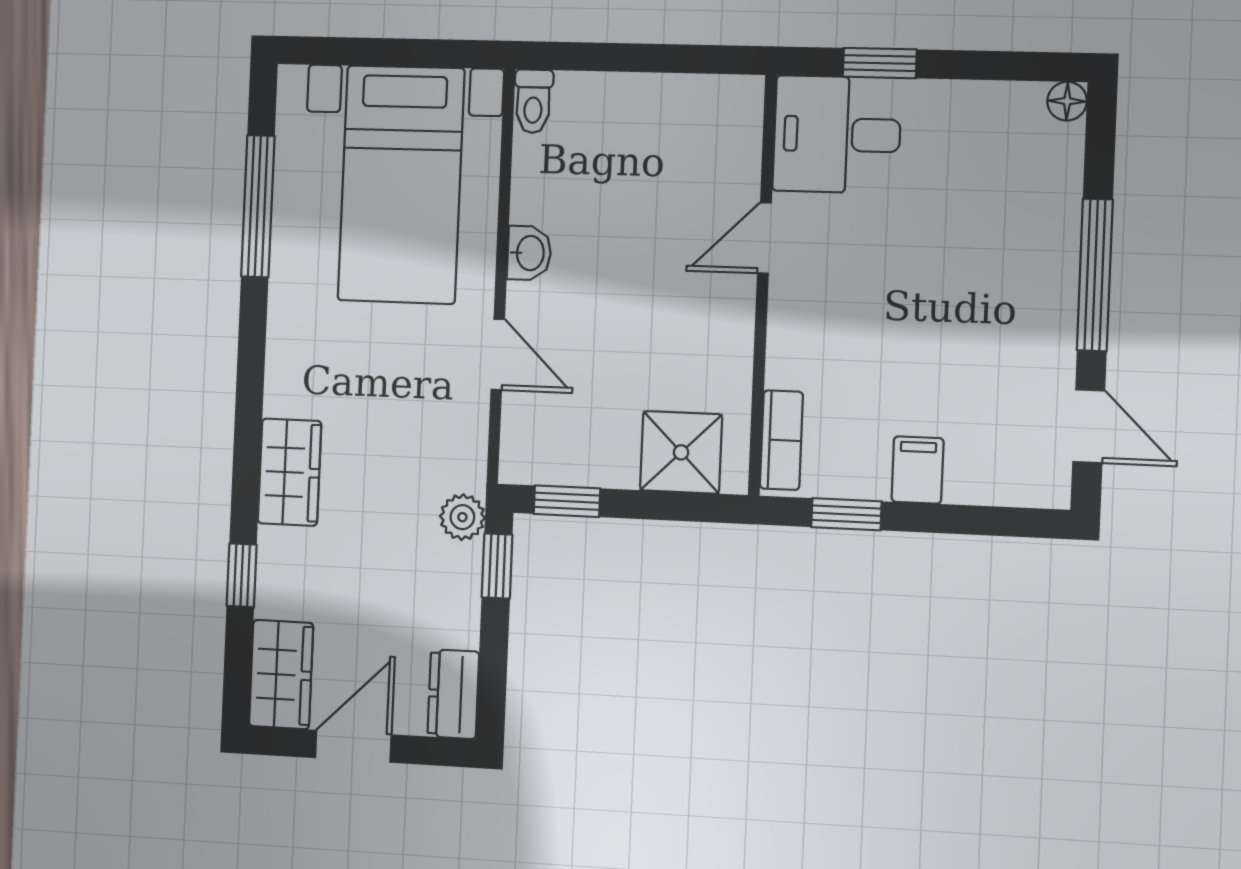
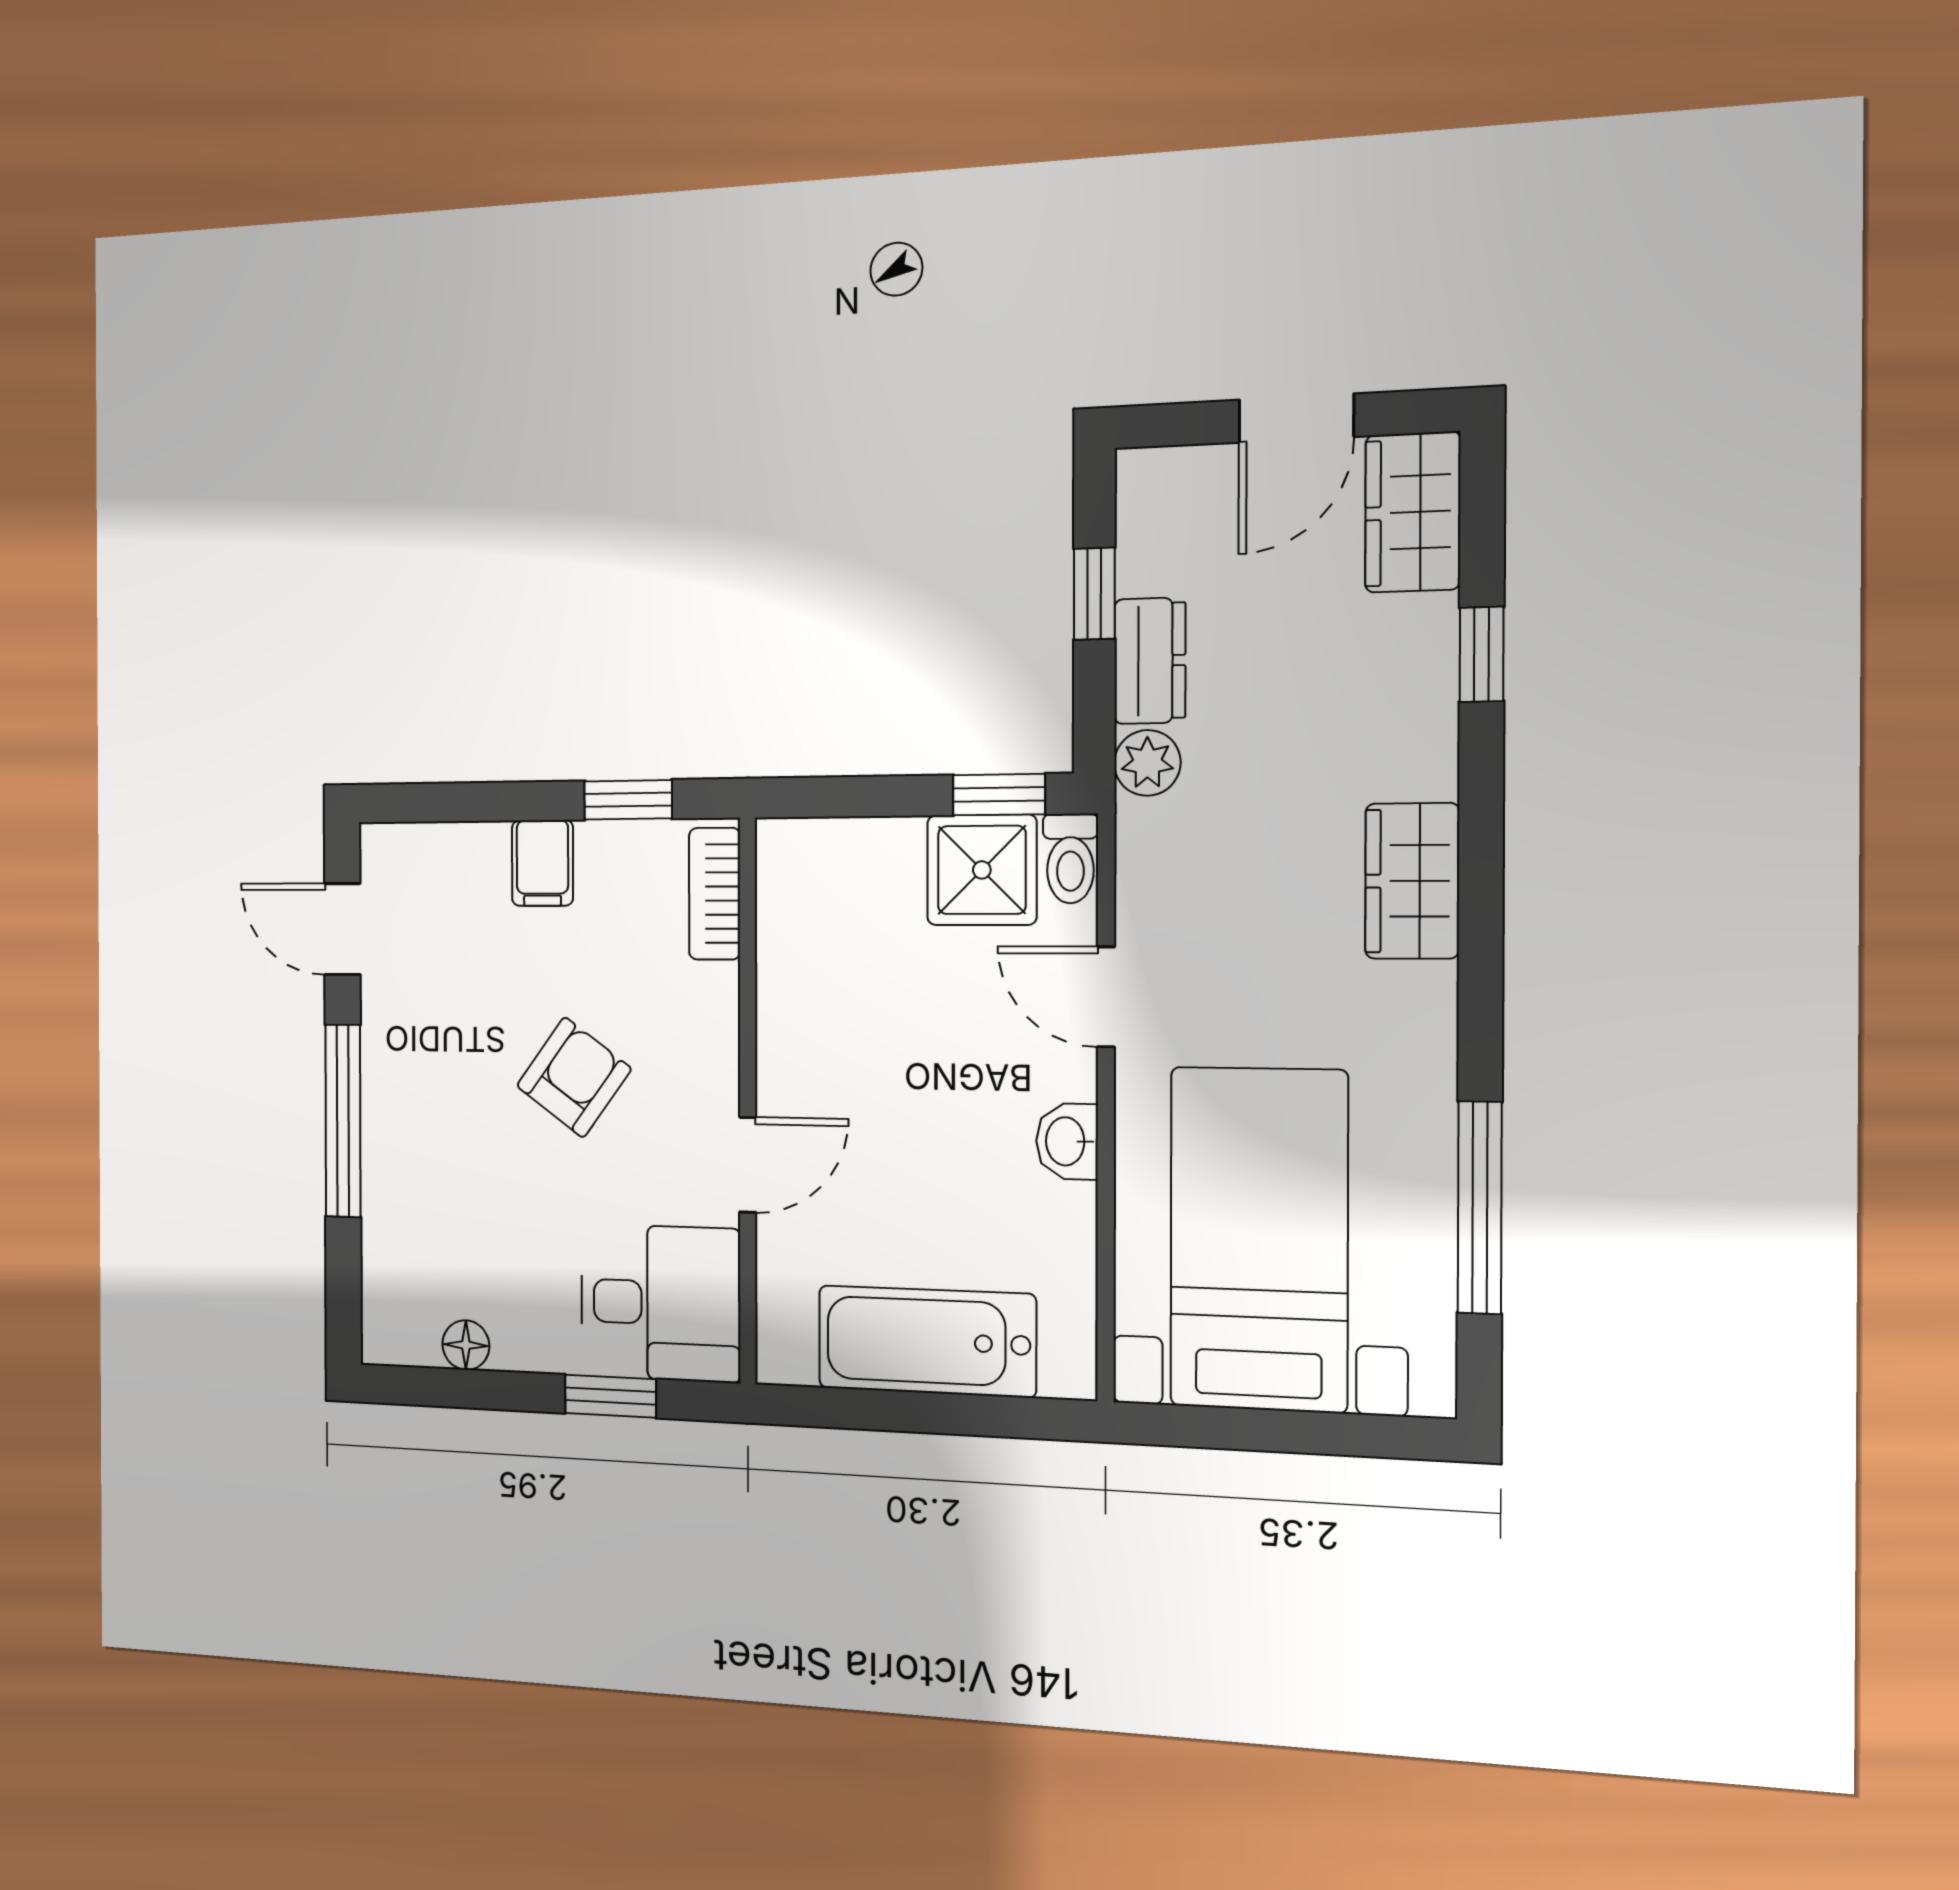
toilet: (533, 101) -> (1070, 859), moved, turned 180
floor lamp: (1067, 101) -> (466, 1345), moved
bathtub: (635, 109) -> (927, 1341), added
armchair: (899, 305) -> (574, 1077), added
shower: (681, 452) -> (982, 870), moved
wardrobe: (290, 472) -> (1412, 881), moved
window: (497, 566) -> (1094, 594), moved
dresser: (453, 694) -> (1150, 661), moved

